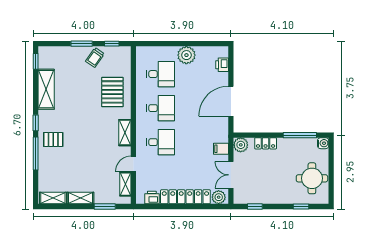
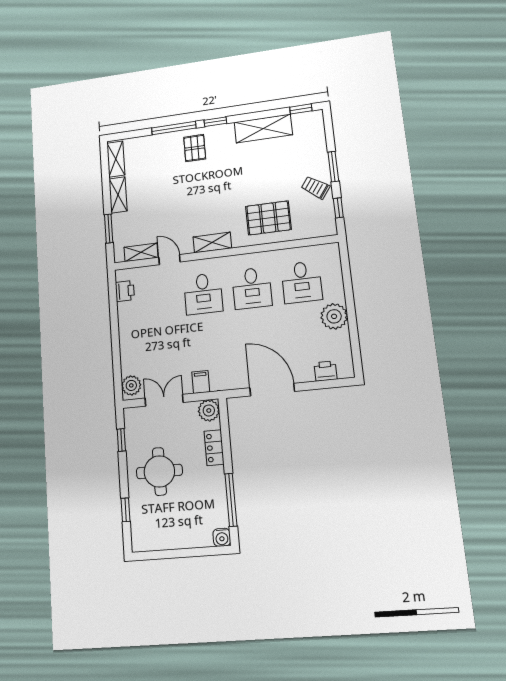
round table: (312, 178) -> (159, 471), moved
locker: (185, 197) -> (129, 338), removed

